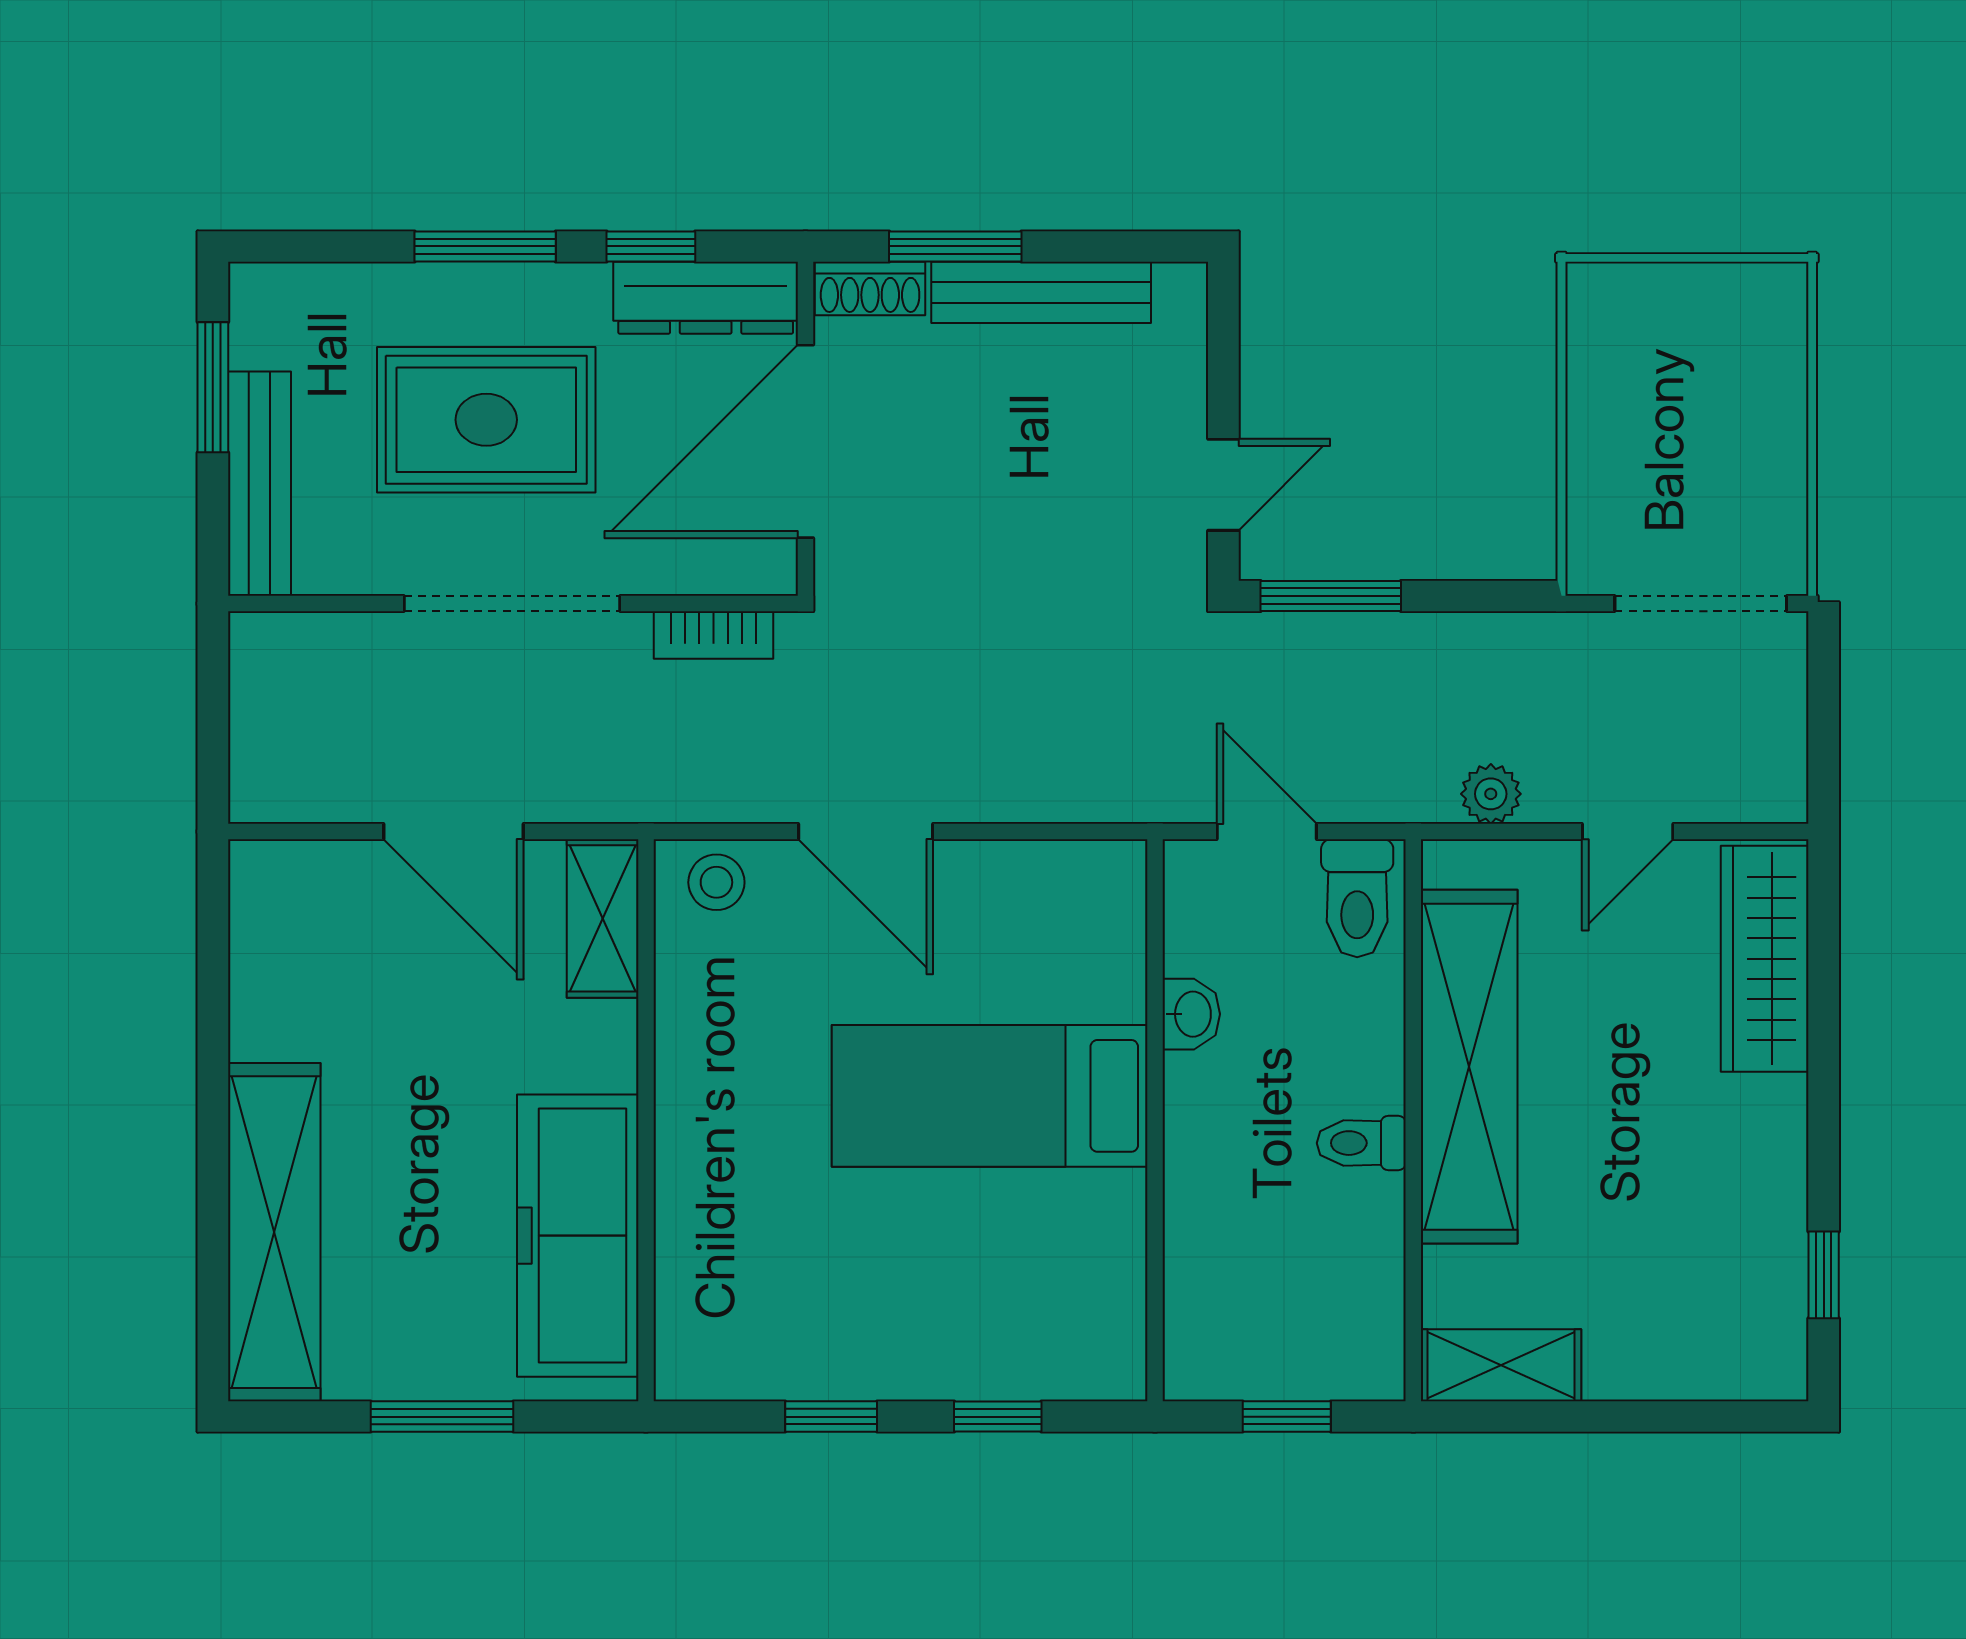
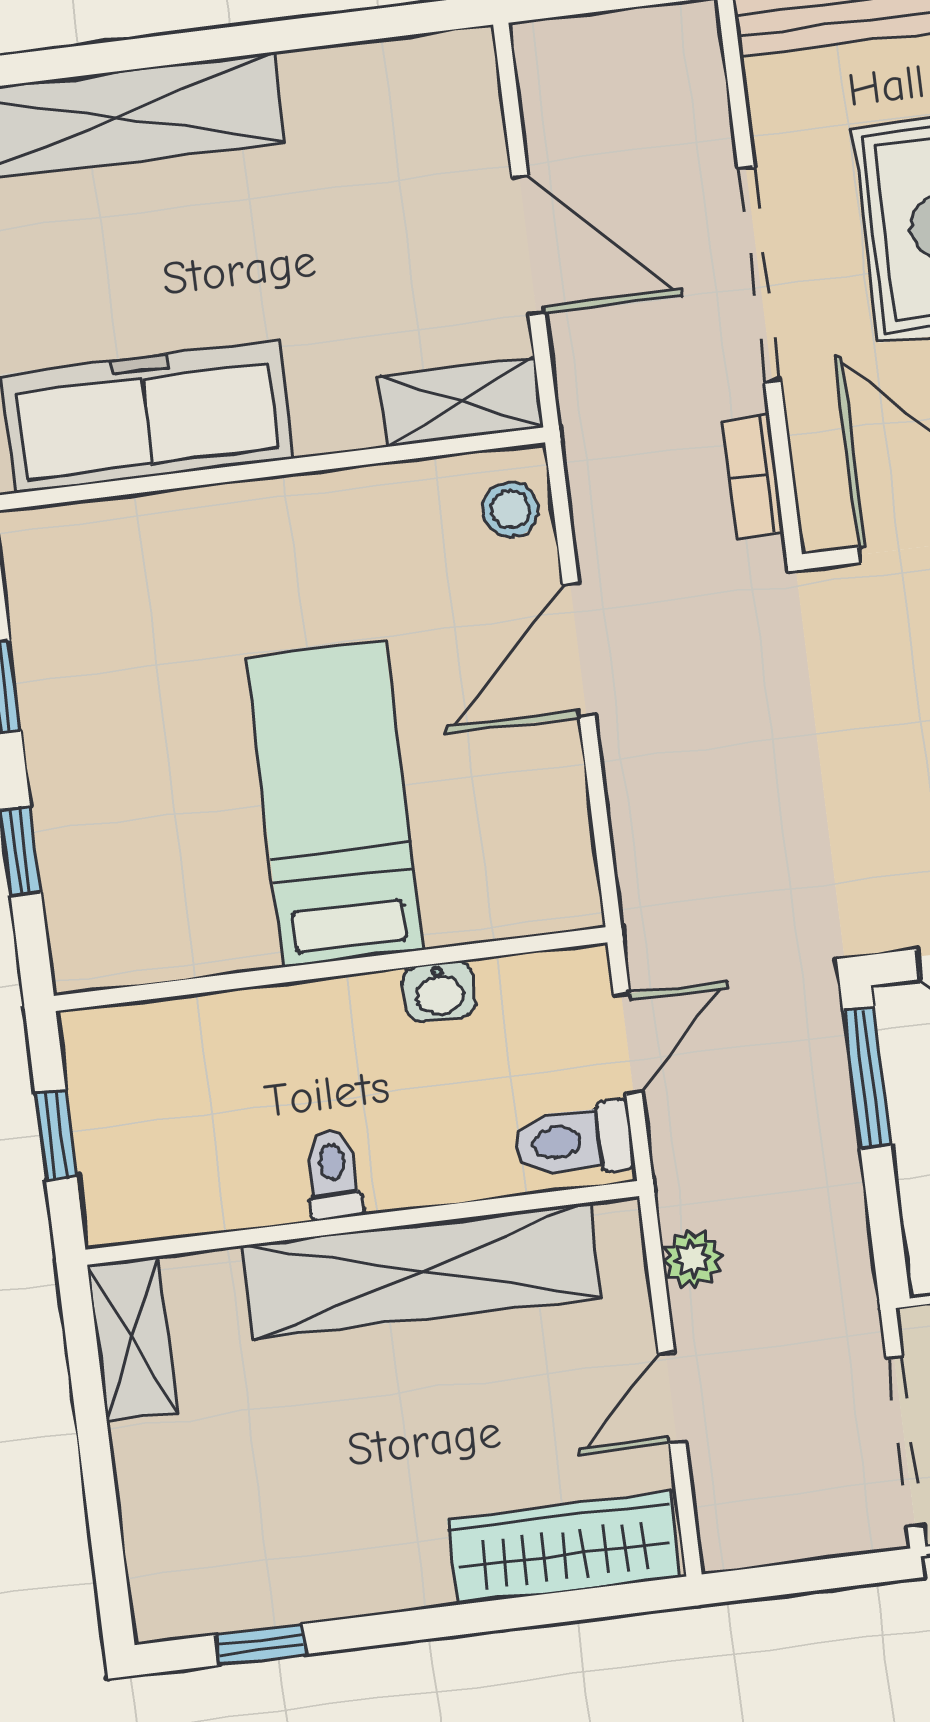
door: (453, 831) -> (528, 245), swing flipped
door: (1628, 831) -> (672, 1398), hinge flipped

